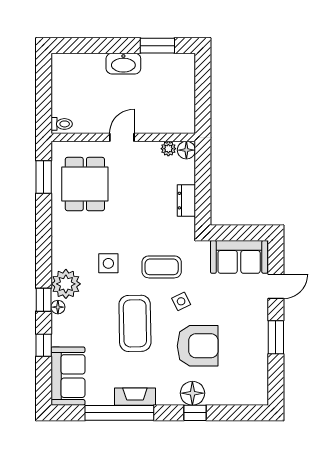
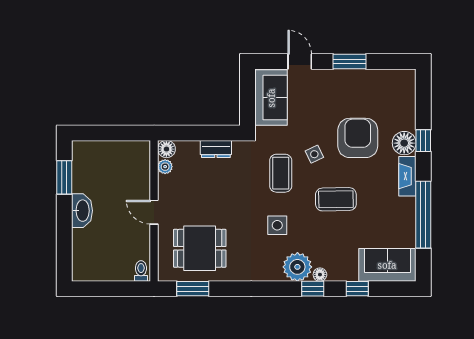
coffee table: (135, 323) -> (336, 199), width x0.73, depth x0.76
fireplace: (135, 397) -> (407, 176), moved

